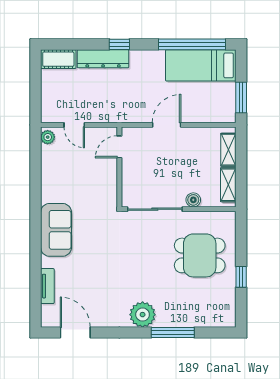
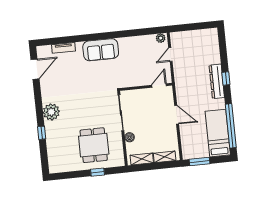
cot: (58, 59) -> (212, 40), removed
dresser: (103, 59) -> (217, 81), moved
door: (119, 147) -> (159, 85), hinge flipped
window: (241, 277) -> (97, 172), moved
window: (173, 333) -> (42, 133), width x0.46

